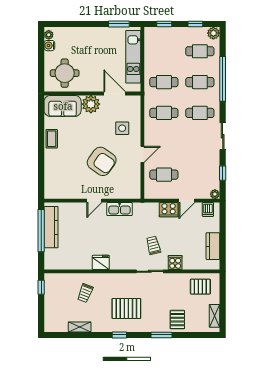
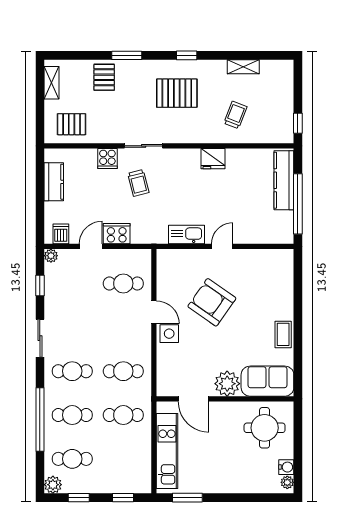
side table: (122, 128) -> (169, 334), moved
door: (142, 154) -> (154, 312), swing flipped
kitchen counter: (51, 227) -> (284, 180), moved

